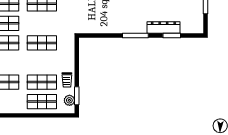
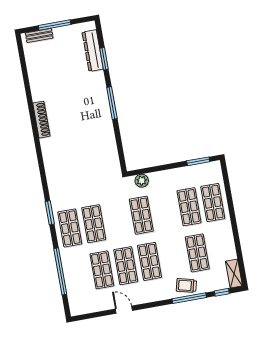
dresser: (163, 28) -> (93, 51), moved
trolley: (67, 80) -> (181, 177), removed
plant: (69, 100) -> (142, 181), moved

